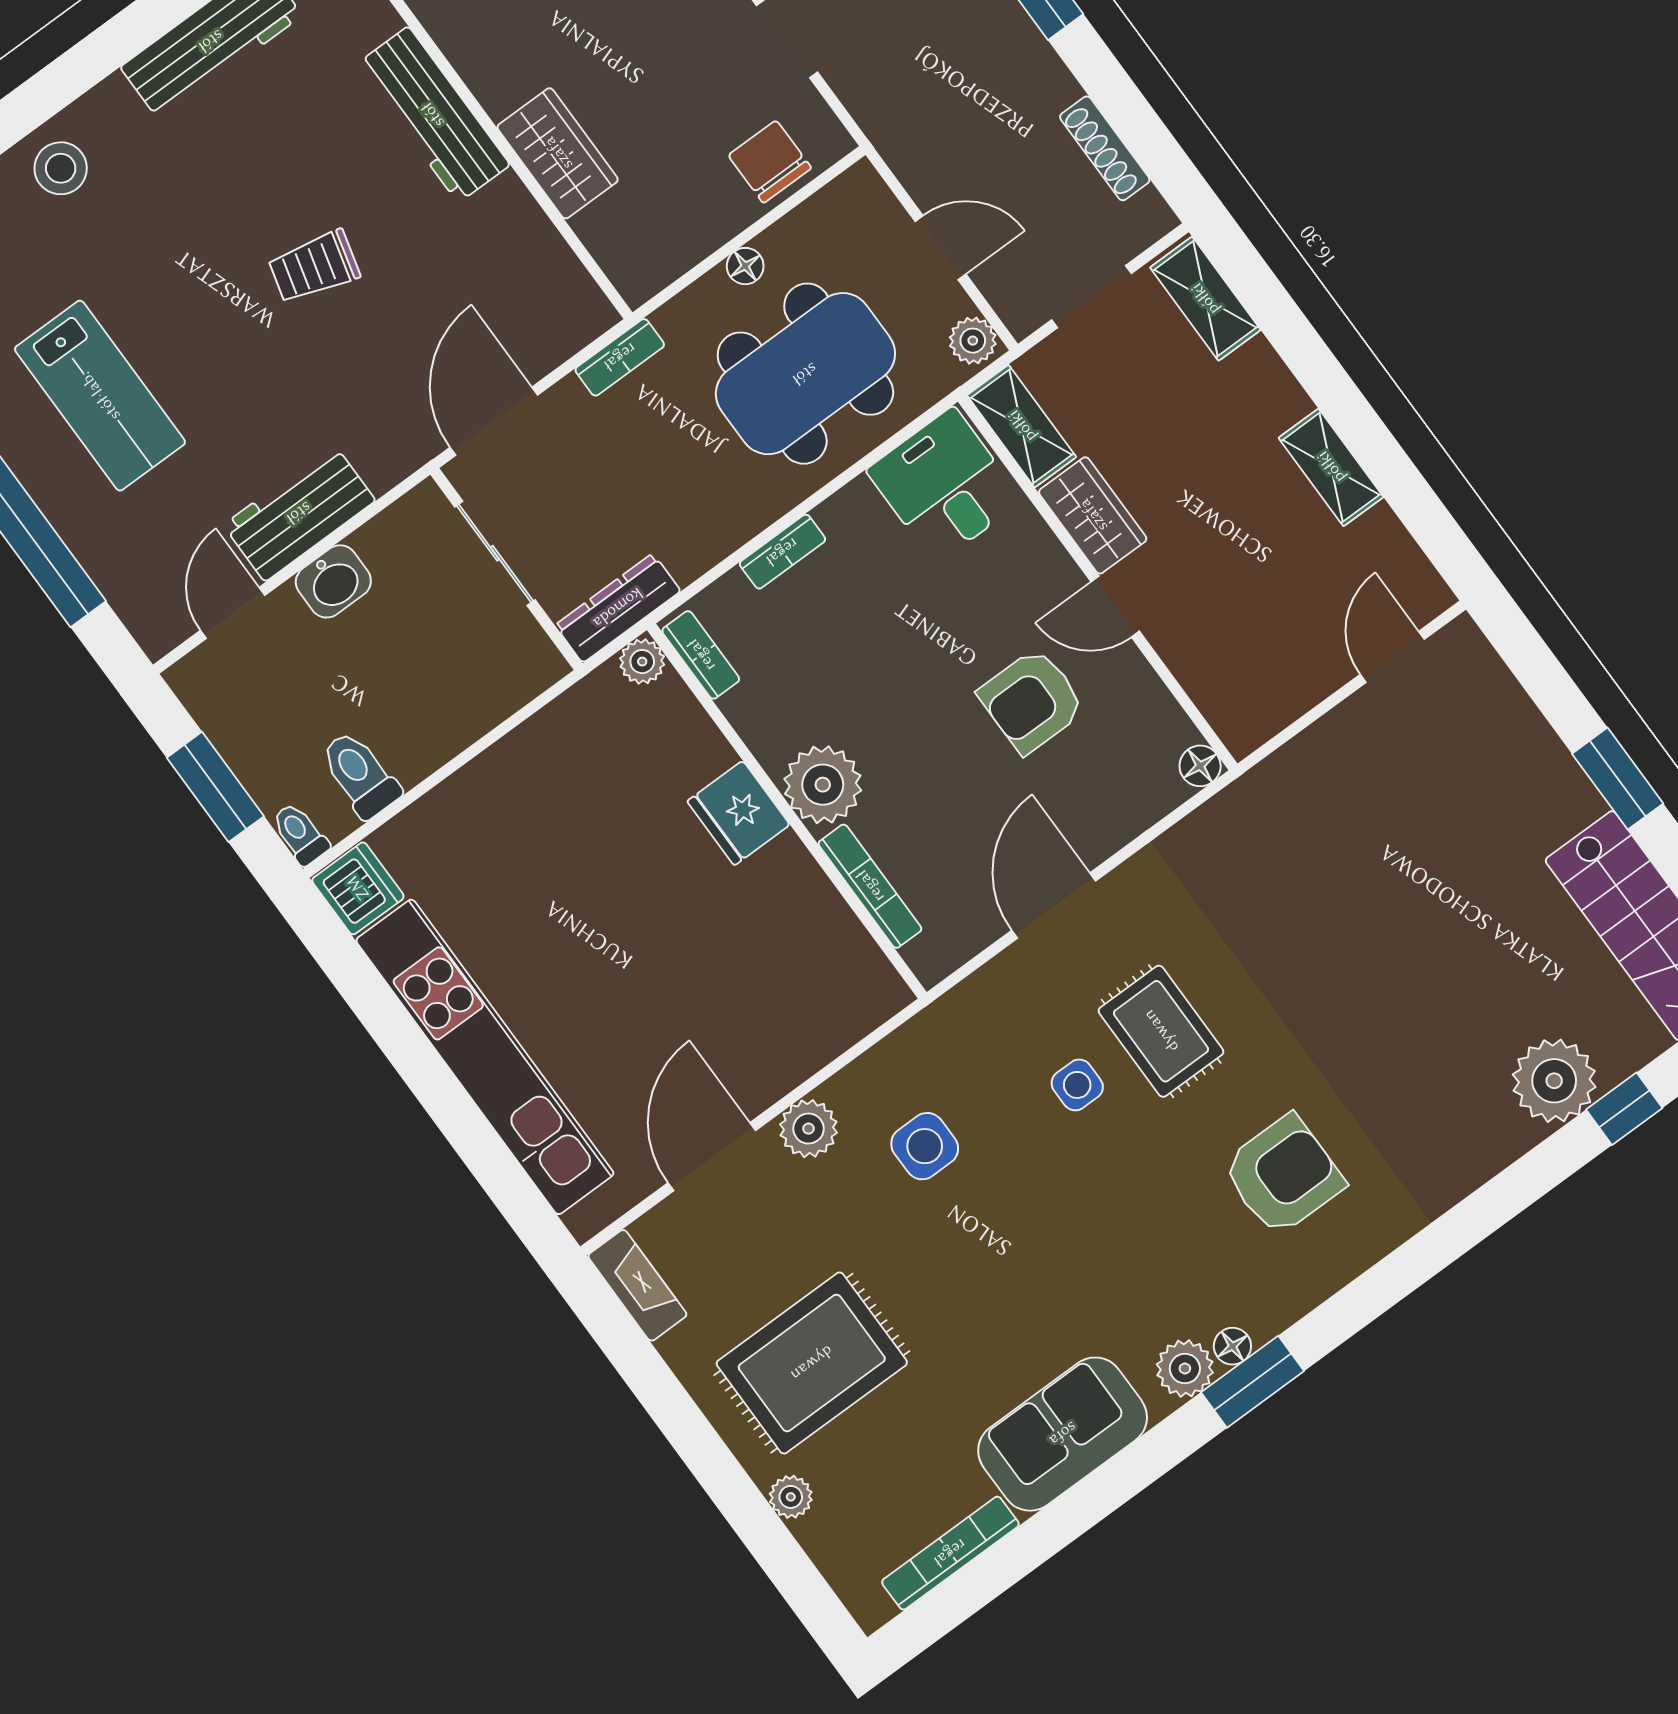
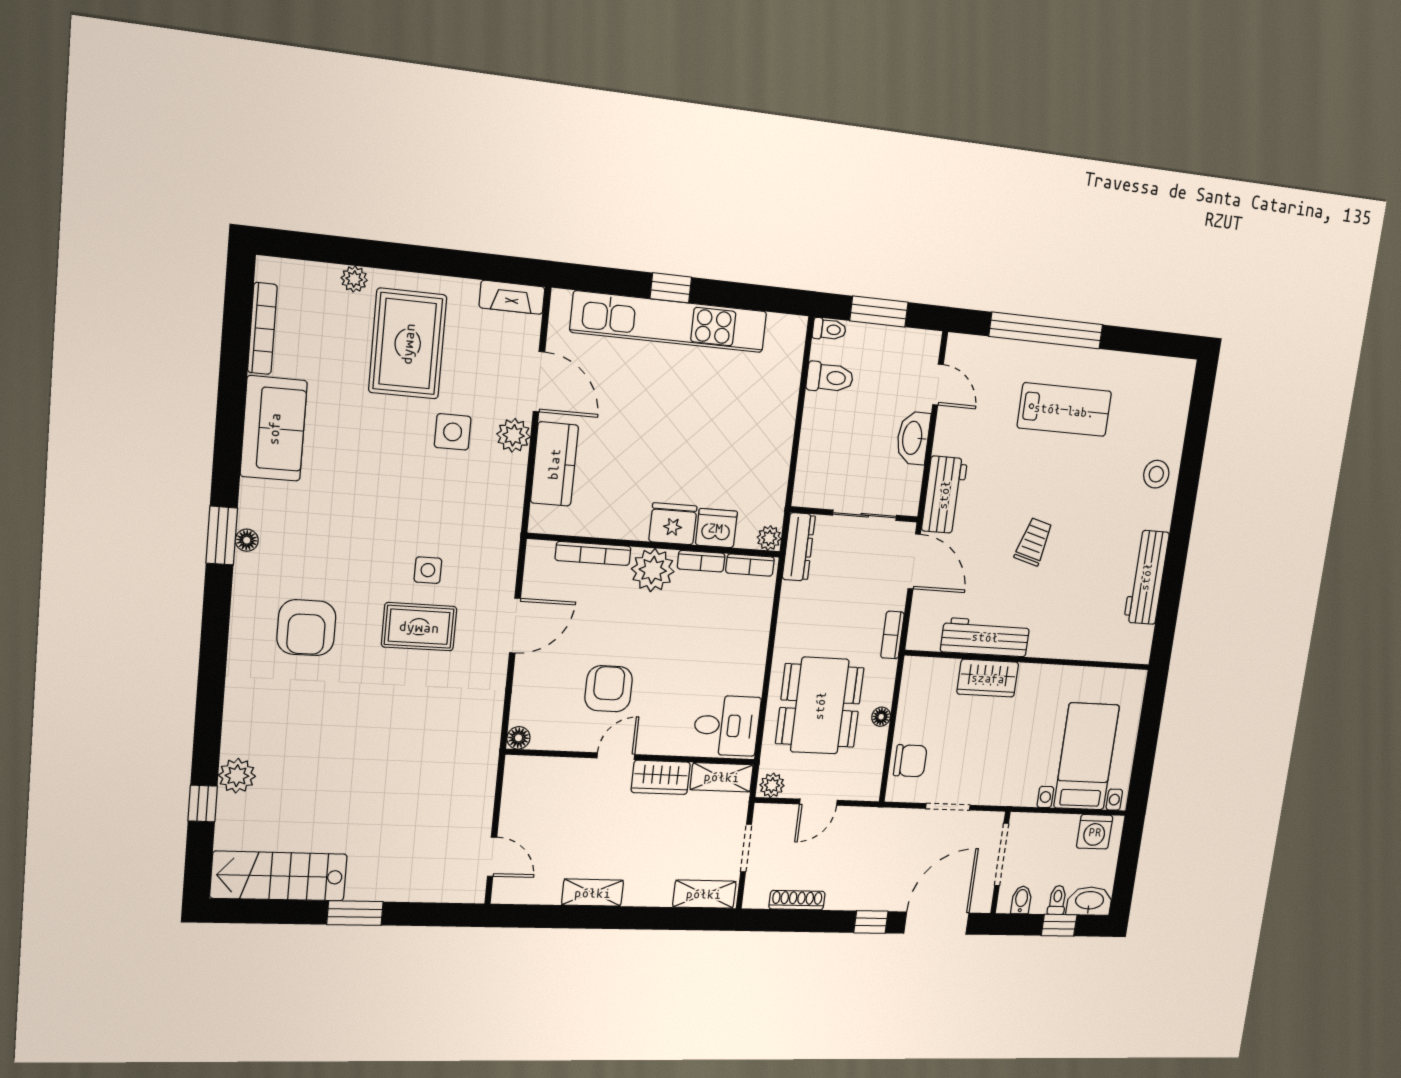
workbench: (433, 115) -> (985, 637), moved
lab bench: (100, 396) -> (1064, 410), turned 180
workbench: (299, 513) -> (944, 495), moved
bookcase: (782, 552) -> (701, 561), moved, turned -90
washbasin: (333, 581) -> (913, 438), width x1.38
dishwasher: (358, 888) -> (716, 528), moved, turned 180
door: (1054, 906) -> (515, 626), hinge flipped
kitchen counter: (799, 1043) -> (554, 464), added
plant: (1554, 1081) -> (237, 776), width x0.73, depth x0.73
window: (441, 1094) -> (671, 288), added
side table: (925, 1146) -> (453, 432), moved
plant: (1185, 1369) -> (255, 510), removed

